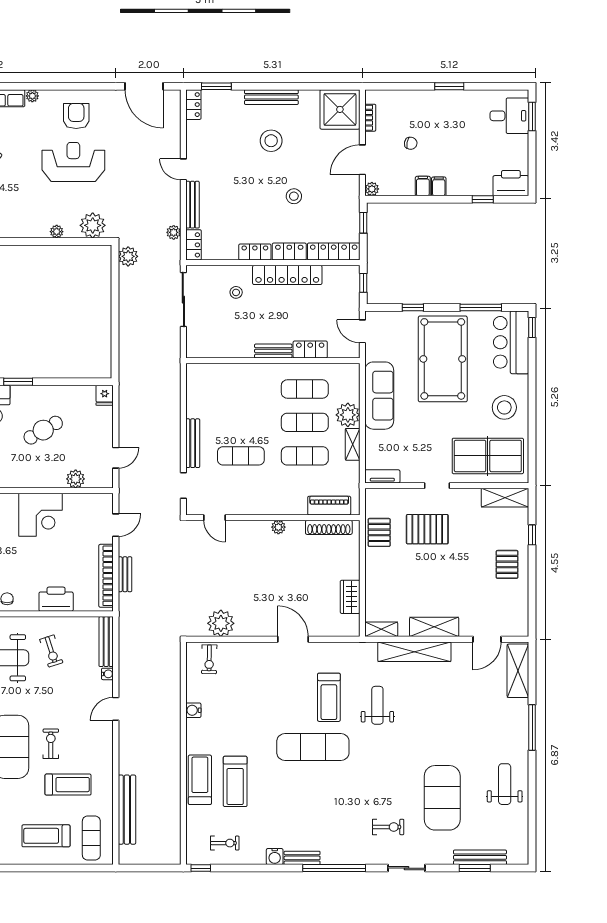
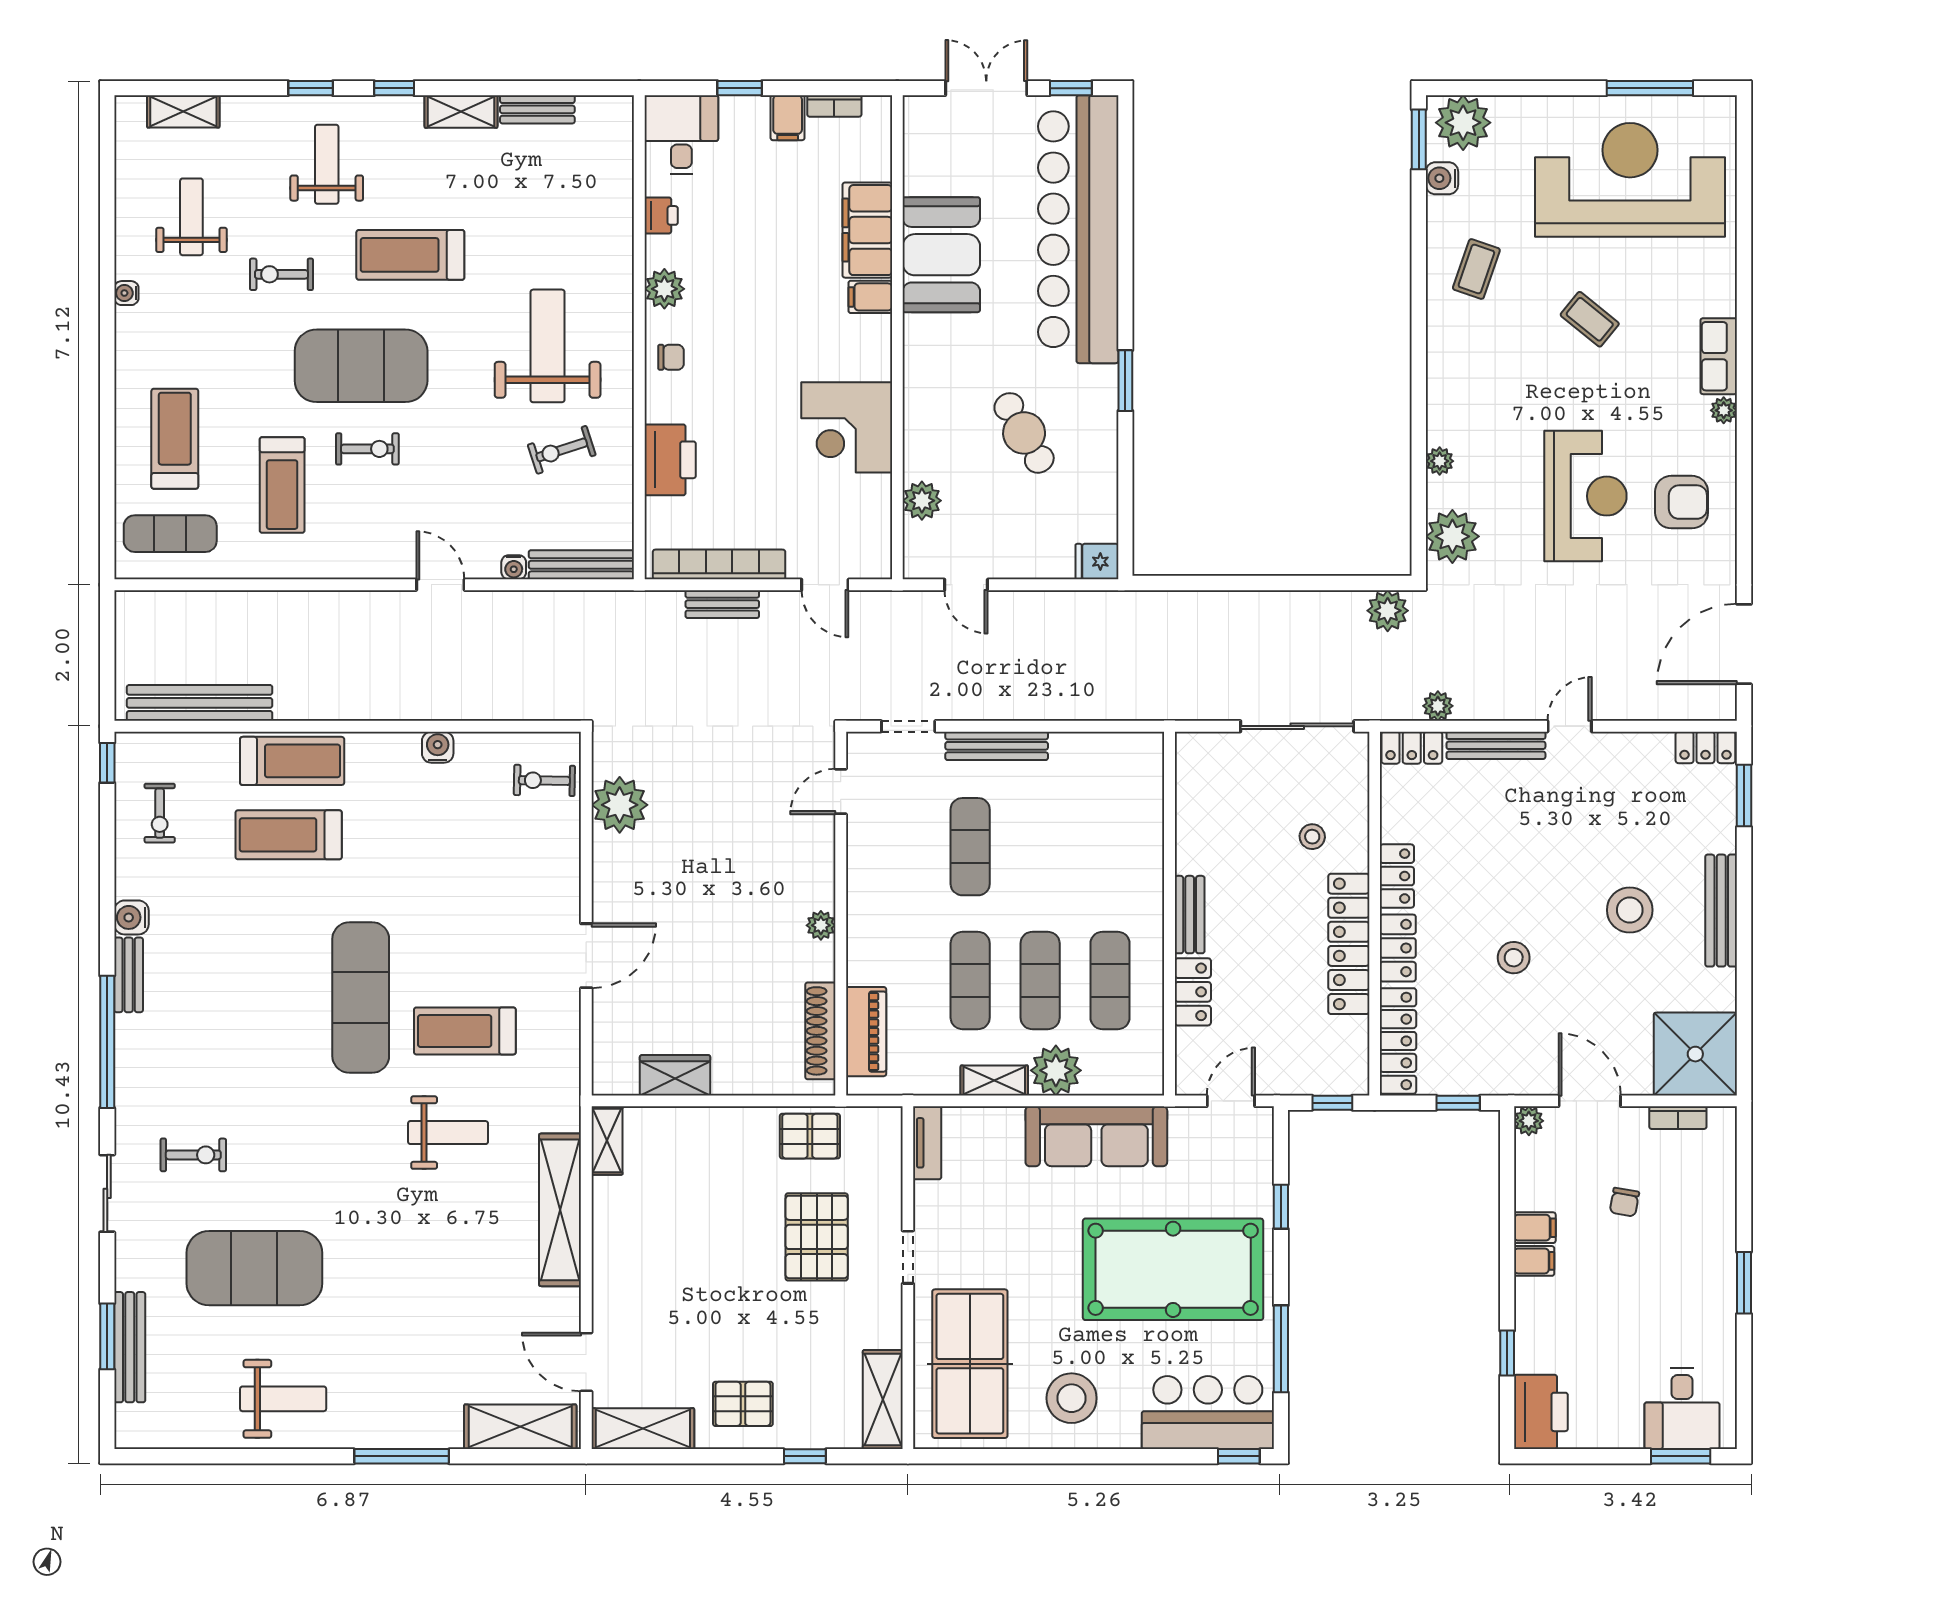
shelving: (434, 627) -> (643, 1429), moved, turned 90
bench: (127, 810) -> (200, 703), moved
exercise bike: (388, 827) -> (193, 1155), turned -90

